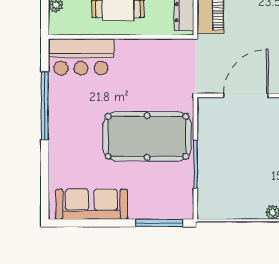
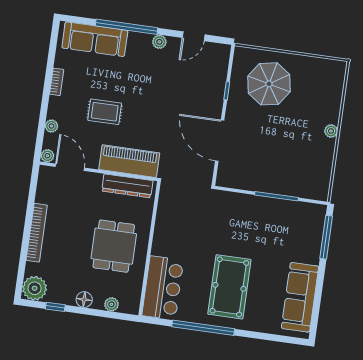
pool table: (147, 136) -> (229, 287), moved, width x0.73, depth x0.76

